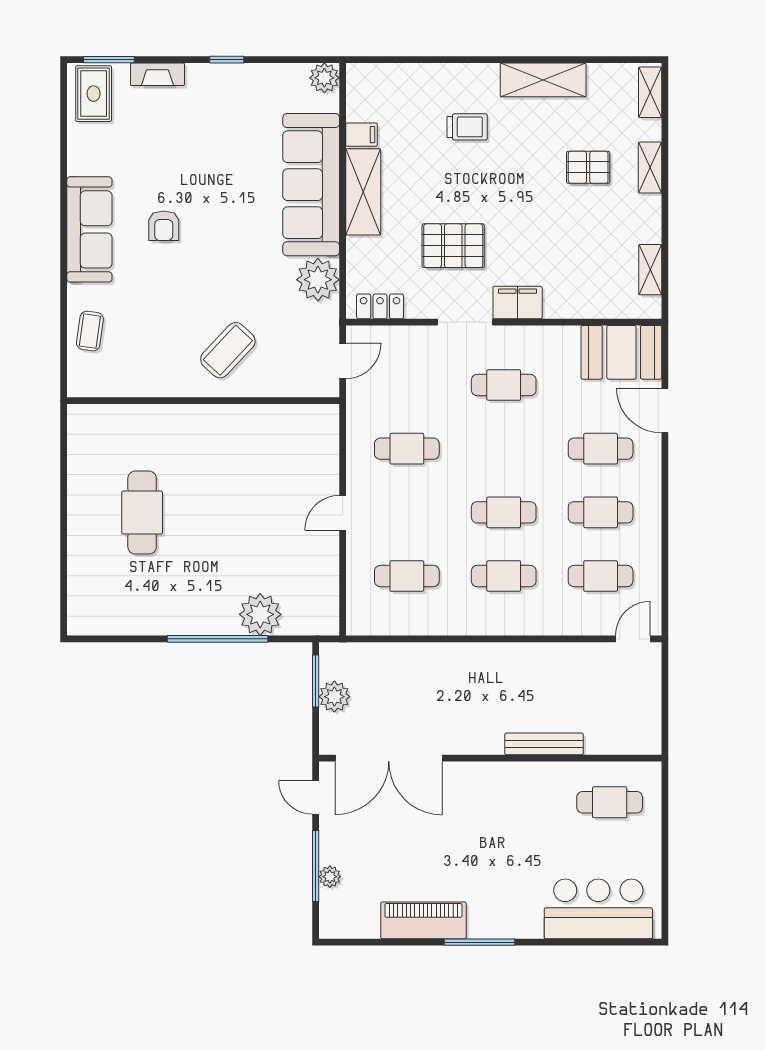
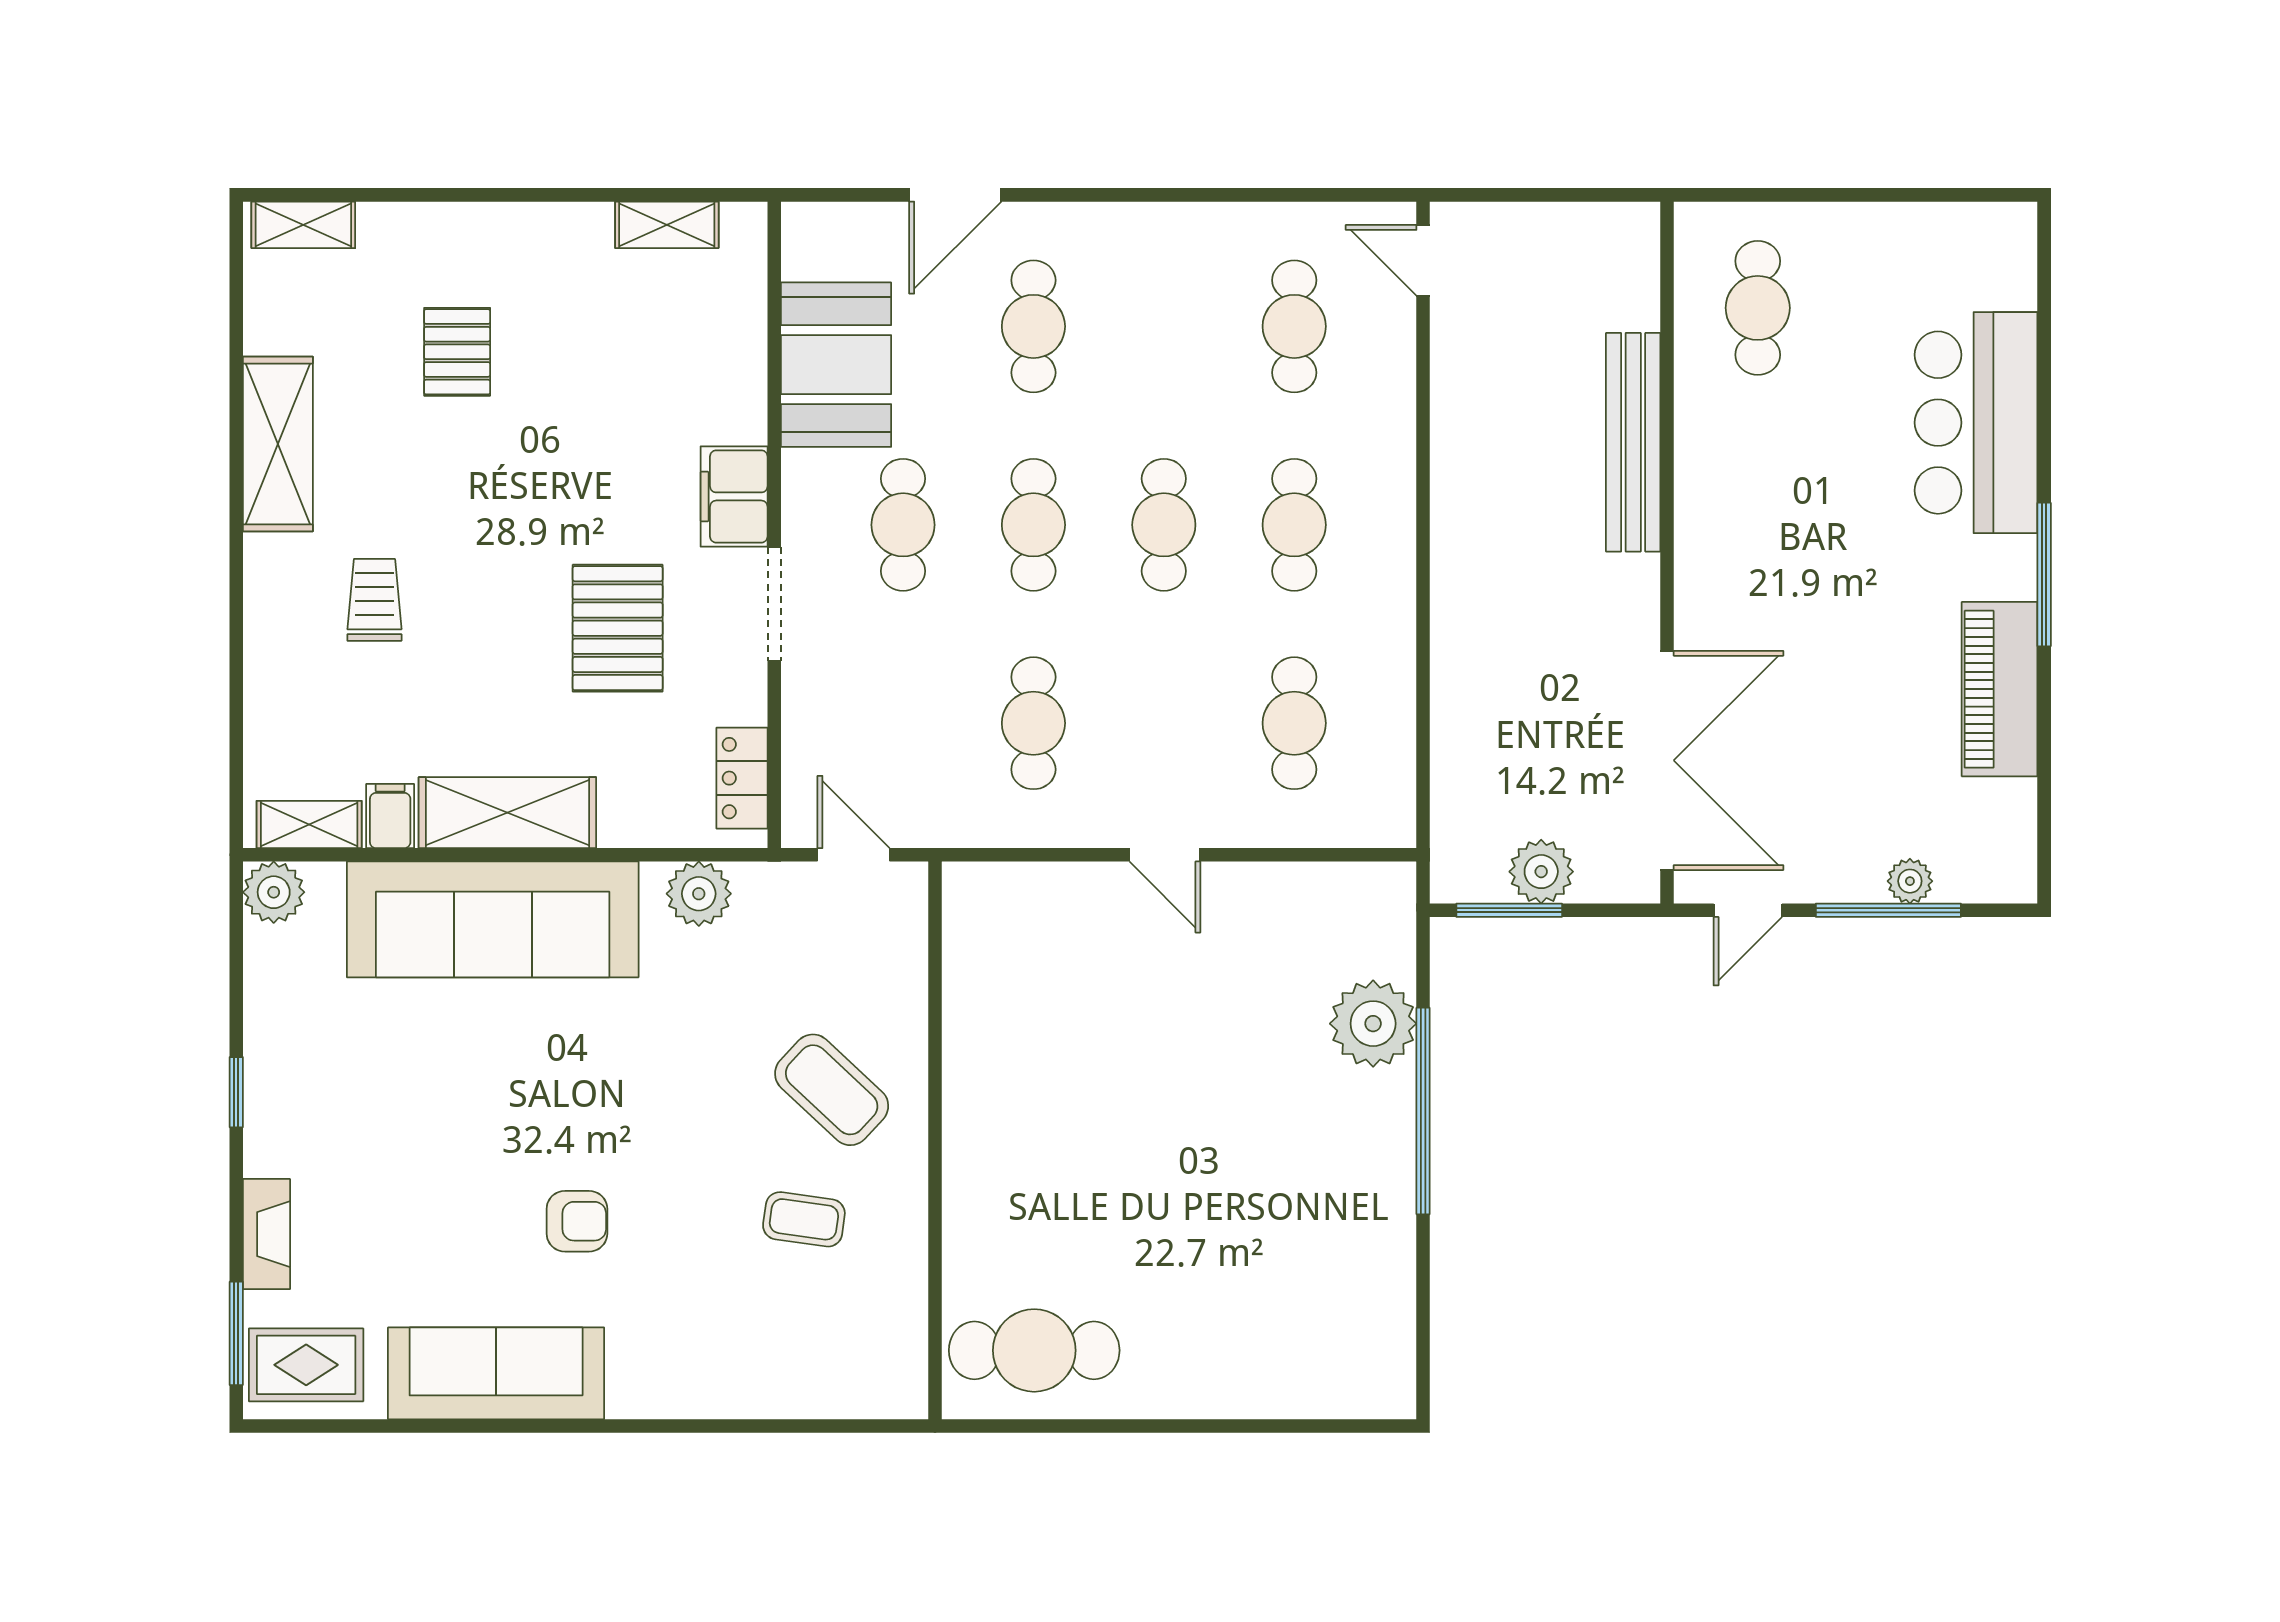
shelving: (650, 168) -> (309, 825), moved
sofa: (89, 229) -> (496, 1373), moved
plant: (318, 280) -> (699, 894), width x0.73, depth x0.73
coffee table: (90, 331) -> (804, 1219), moved
booth: (621, 352) -> (836, 365), moved
cafe table: (601, 512) -> (1033, 525), moved
cafe table: (142, 513) -> (1034, 1350), moved
bench: (544, 744) -> (1633, 442), width x1.37, depth x1.21
bar counter: (598, 909) -> (1976, 423), moved

